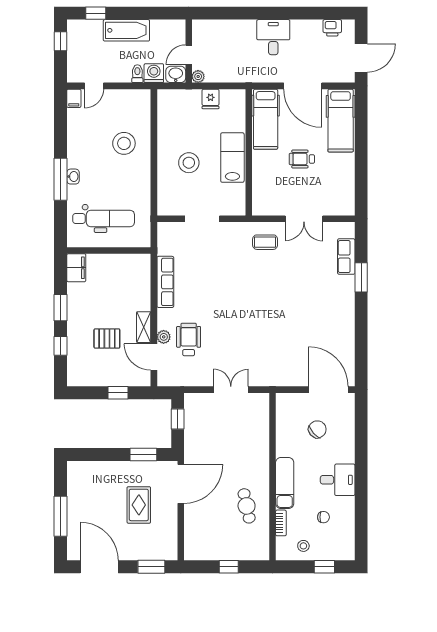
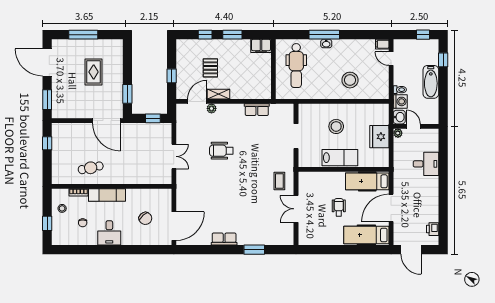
desk: (273, 37) -> (426, 164), moved
fridge: (211, 99) -> (379, 137), width x1.88, depth x1.34
row of seats: (346, 257) -> (224, 239), moved
row of seats: (165, 282) -> (257, 110), width x0.68
wheelchair: (189, 339) -> (221, 151), moved, turned 180
rug: (139, 505) -> (94, 72), moved, turned 90
door: (99, 567) -> (47, 62), swing flipped
window: (229, 567) -> (47, 143), moved

